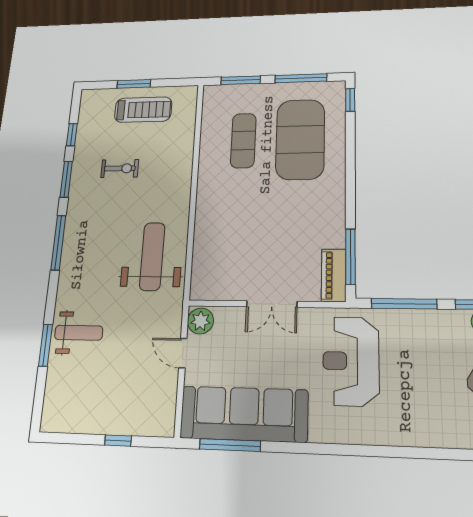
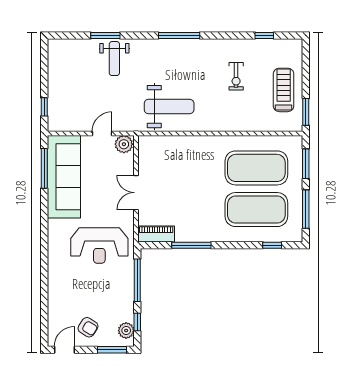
window: (134, 84) -> (306, 112), moved
window: (350, 100) -> (272, 245), moved
treadmill: (143, 110) -> (284, 90), turned 180
exercise mat: (243, 141) -> (256, 168), width x2.00, depth x1.45
window: (66, 179) -> (228, 35), removed
window: (350, 257) -> (191, 245), moved
reception desk: (351, 361) -> (99, 245), turned 180
window: (118, 440) -> (44, 107), moved

